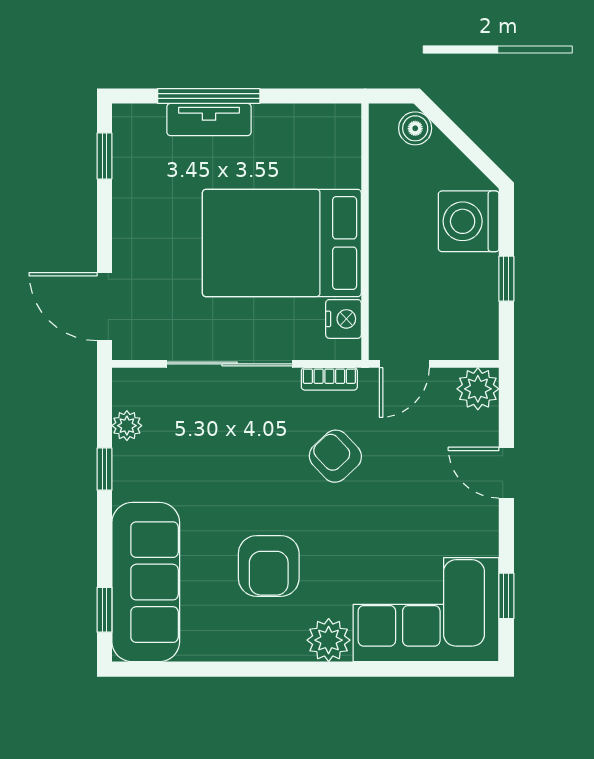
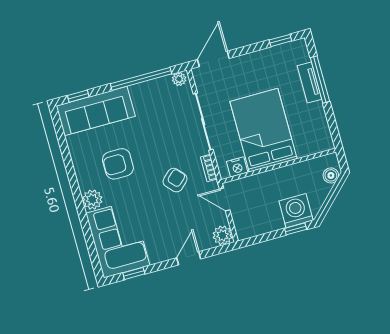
window: (506, 279) -> (296, 229), moved
plant: (127, 426) -> (179, 79), moved
window: (104, 469) -> (141, 79), width x3.17

